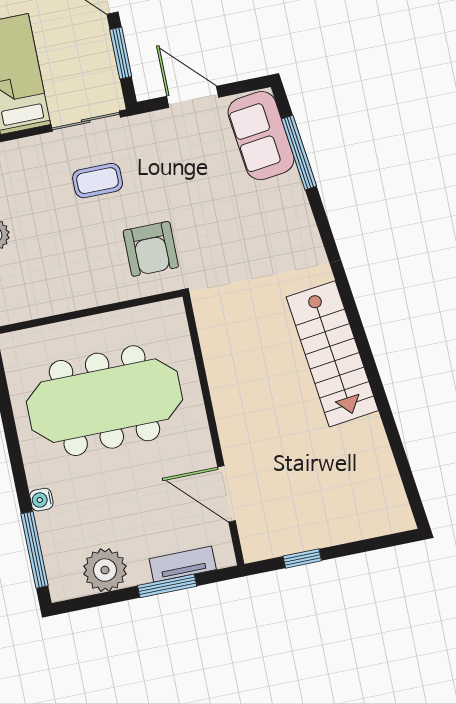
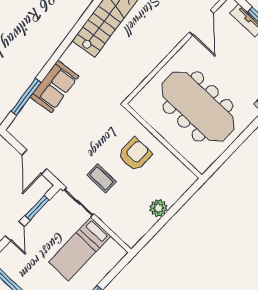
sofa: (261, 136) -> (55, 87), moved
armchair: (151, 249) -> (135, 154), moved

